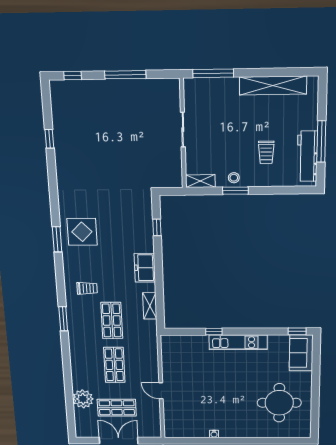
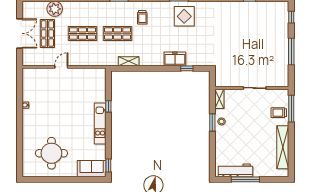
trolley: (266, 152) -> (279, 113), moved
freezer: (145, 268) -> (175, 59), moved

